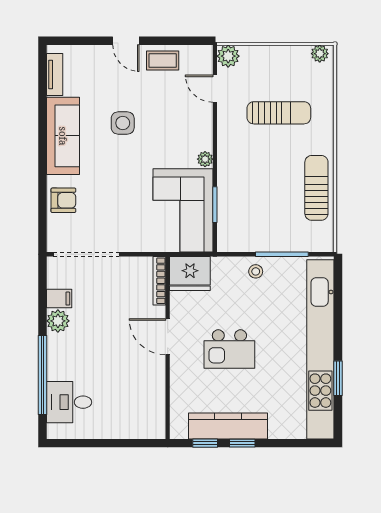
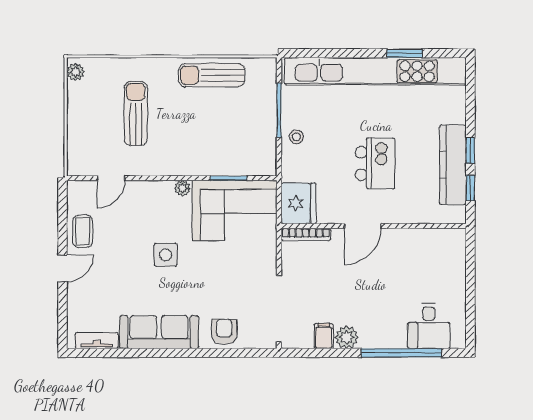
plant: (228, 56) -> (78, 165), removed
side table: (123, 123) -> (166, 255), moved

